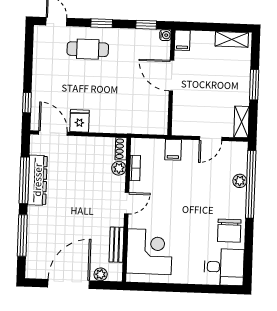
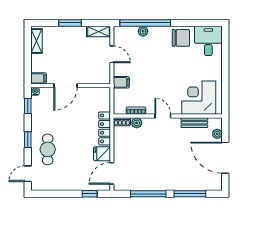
locker: (113, 126) -> (105, 128), added
dresser: (37, 180) -> (148, 184), removed

